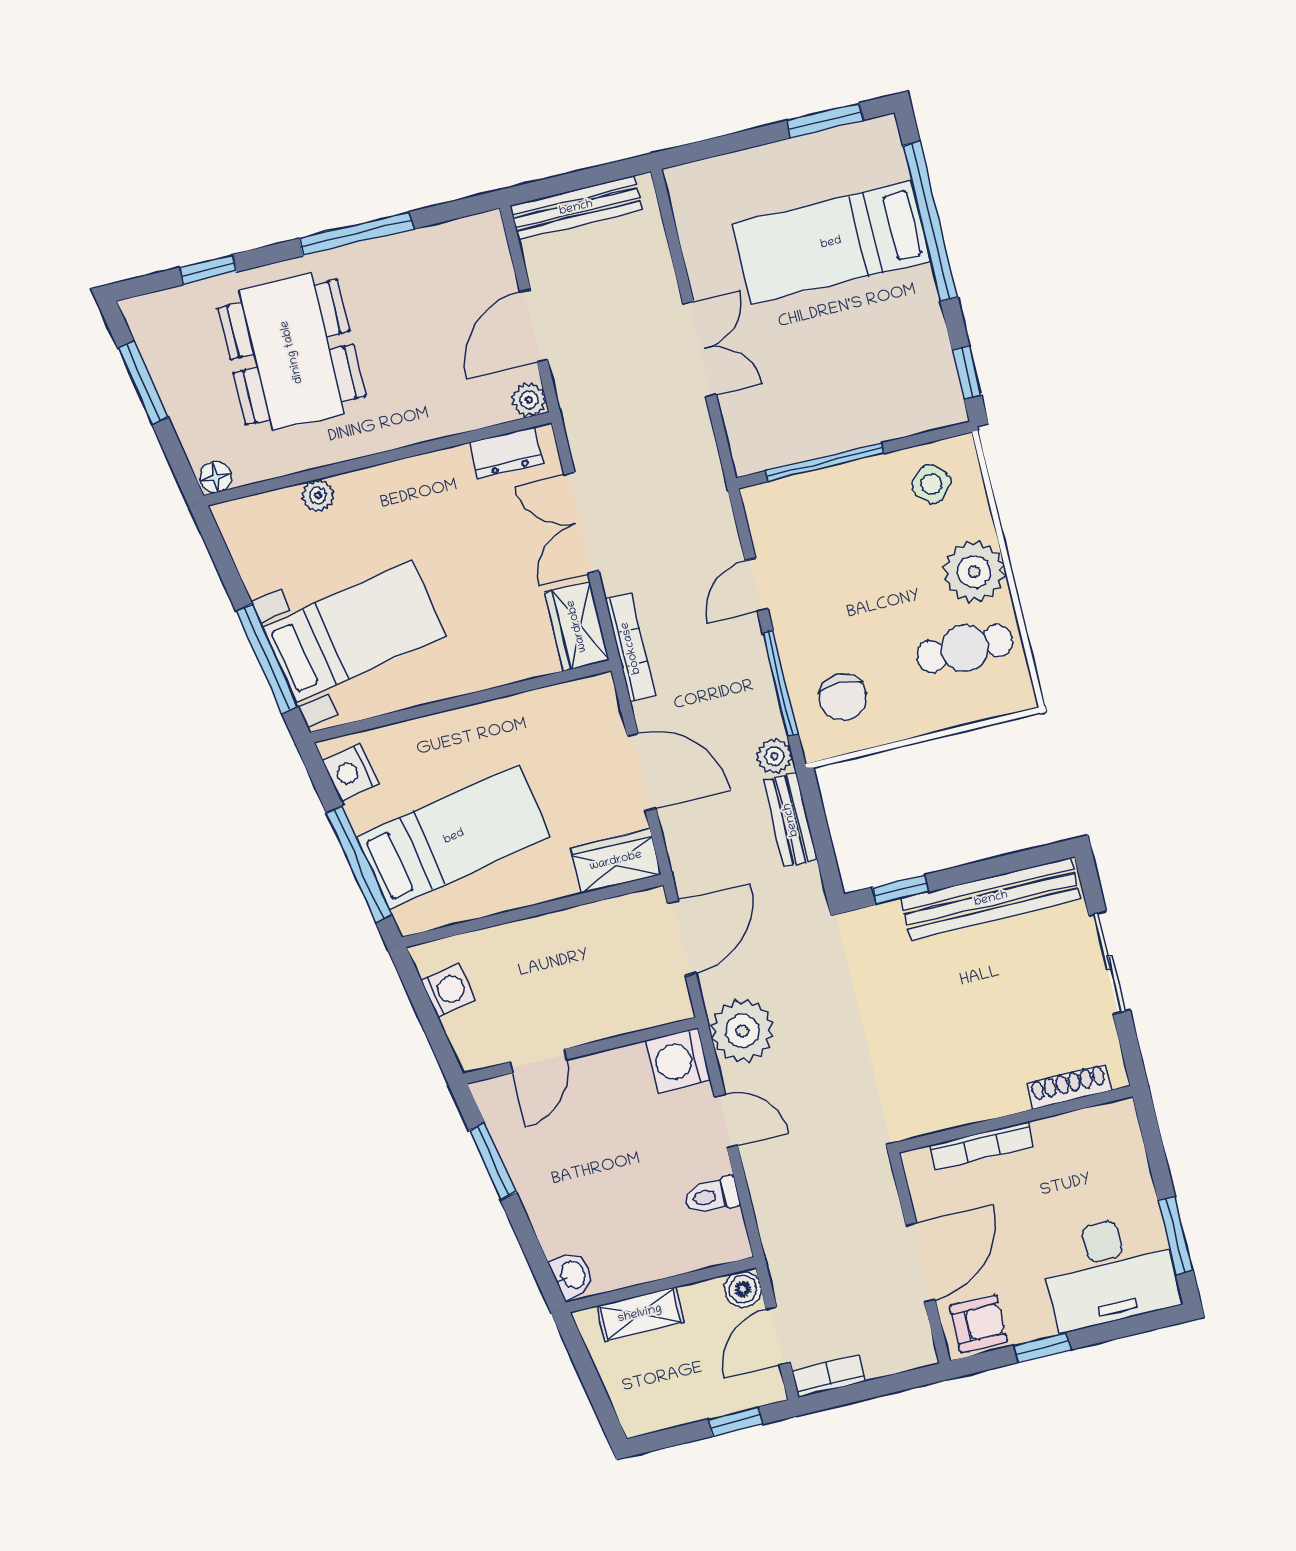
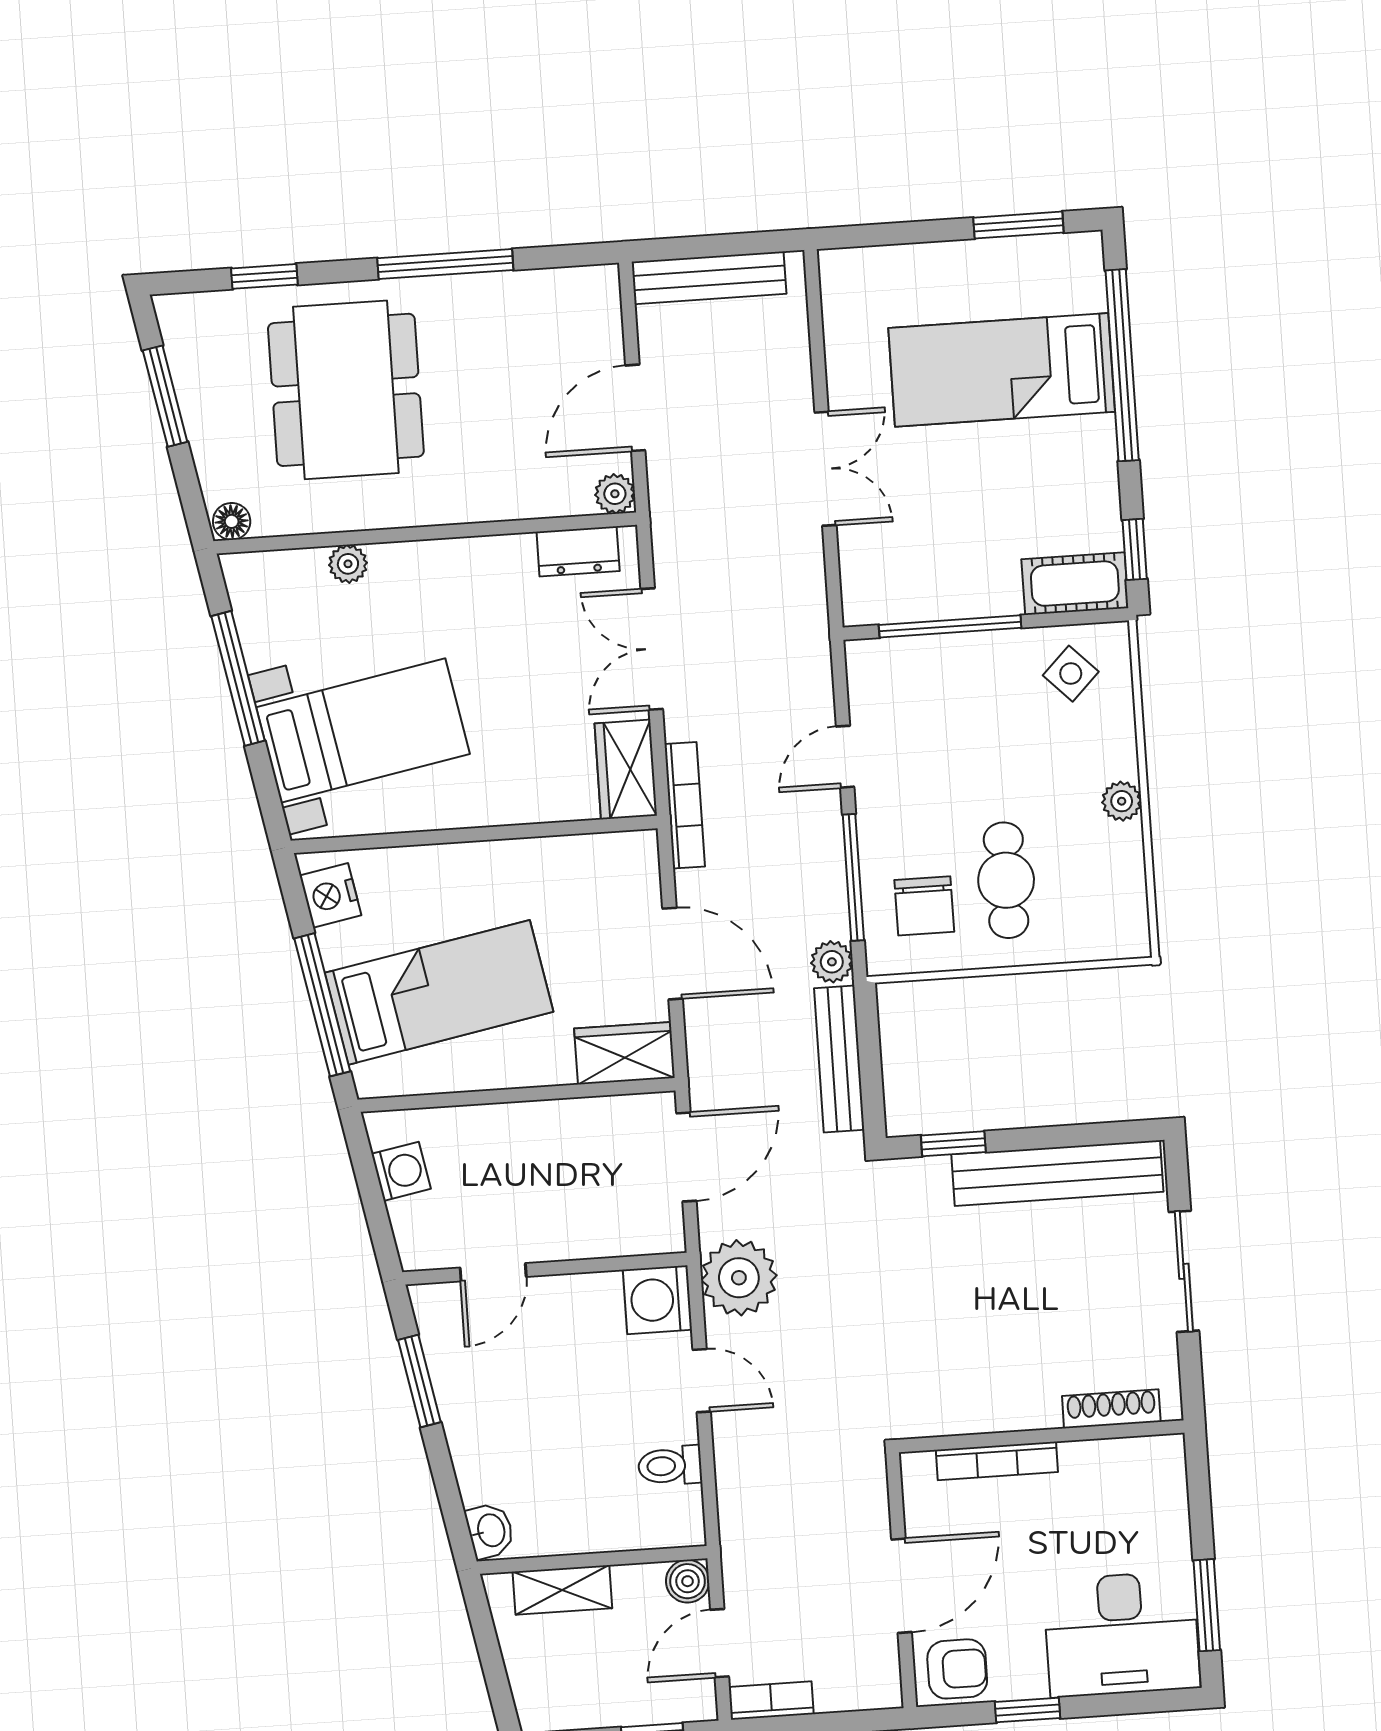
cot: (922, 409) -> (1075, 584), added
plant: (974, 572) -> (1122, 801), width x0.53, depth x0.53
cafe table: (965, 648) -> (1006, 880), moved, turned 90
window: (267, 659) -> (238, 678), moved
bench: (791, 820) -> (839, 1059), width x1.36

